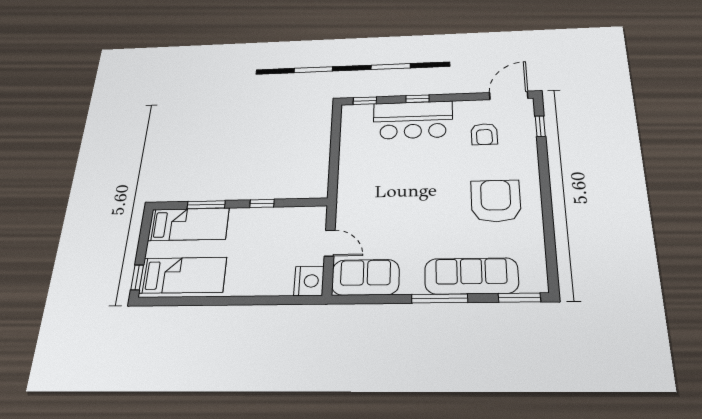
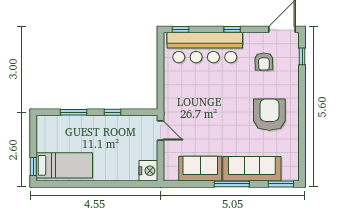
window: (418, 99) -> (232, 29), moved
bar counter: (413, 120) -> (205, 48), width x1.36
bed: (188, 224) -> (63, 127), removed
door: (330, 243) -> (160, 131), moved
sofa: (365, 277) -> (200, 169), moved

